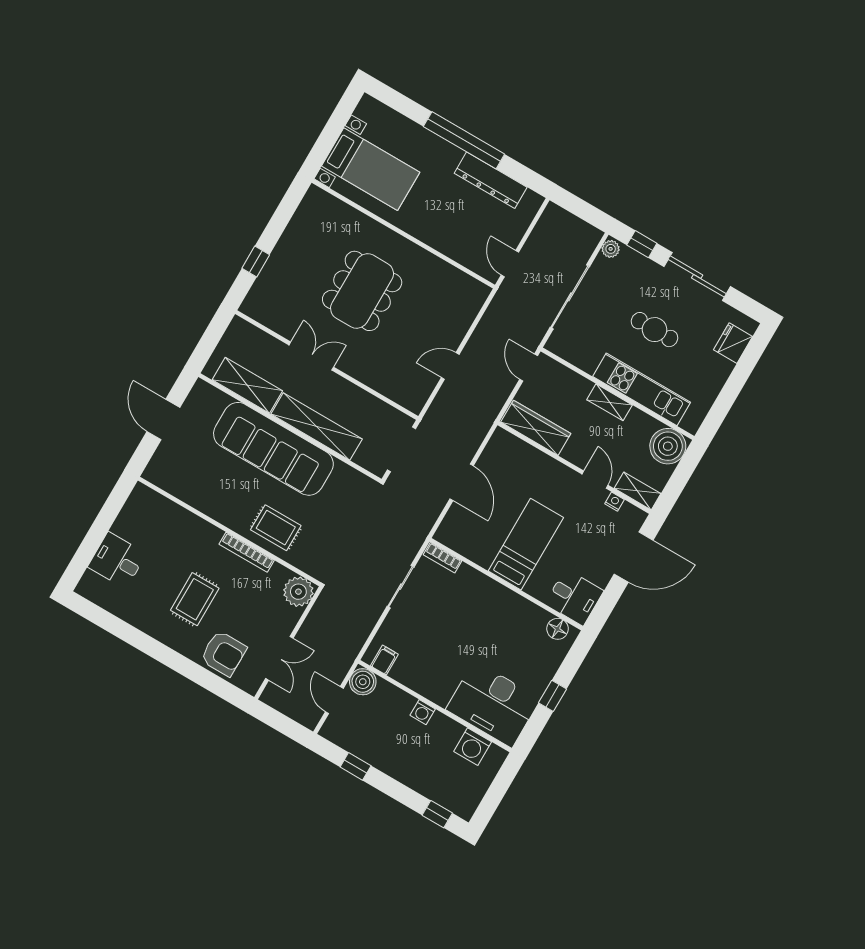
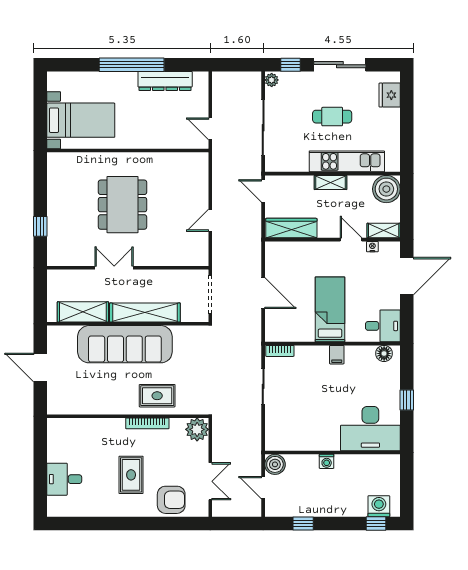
filing cabinet: (384, 660) -> (337, 355), moved, turned 180
washing machine: (473, 747) -> (379, 506), moved, turned 180

